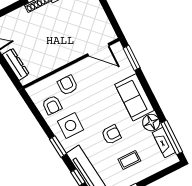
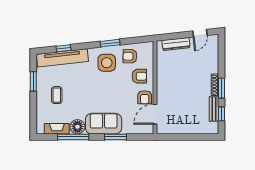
window: (132, 58) -> (115, 137), moved
armchair: (111, 135) -> (145, 97), moved
window: (172, 137) -> (73, 137), moved
window: (58, 147) -> (110, 43), moved

